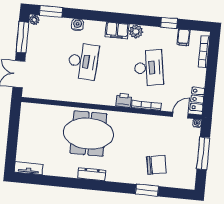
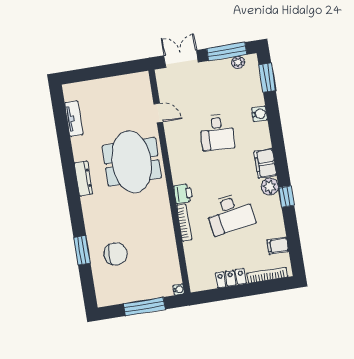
plant: (34, 20) -> (238, 62), moved
window: (169, 23) -> (286, 196), moved
desk: (83, 61) -> (217, 132), width x0.73
locker: (197, 99) -> (231, 278), moved
door: (180, 115) -> (158, 113), moved
chair: (156, 165) -> (116, 254), turned -80
tv unit: (29, 168) -> (74, 119), moved

